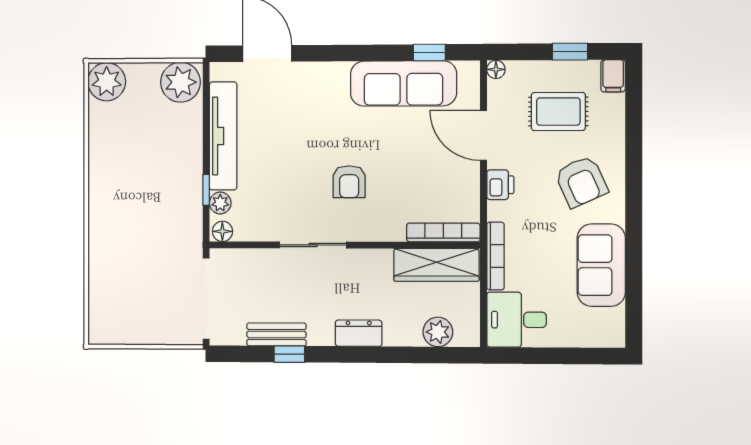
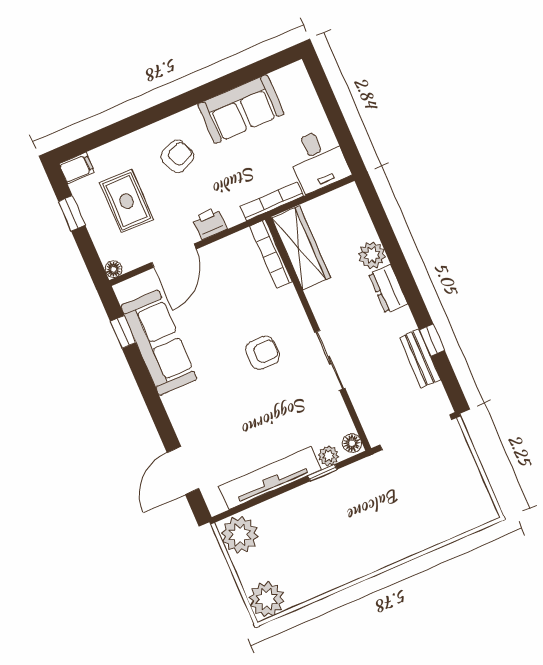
armchair: (581, 182) -> (178, 156), width x0.72, depth x0.72
plant: (438, 332) -> (372, 255), moved

